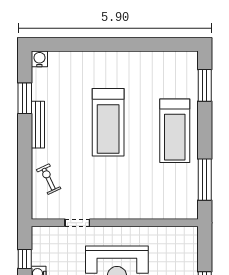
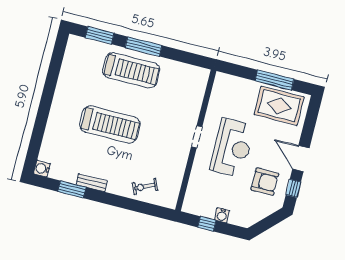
bench: (38, 125) -> (92, 183), width x0.73
window: (205, 180) -> (144, 47), moved
doorway: (77, 223) -> (197, 137), moved

